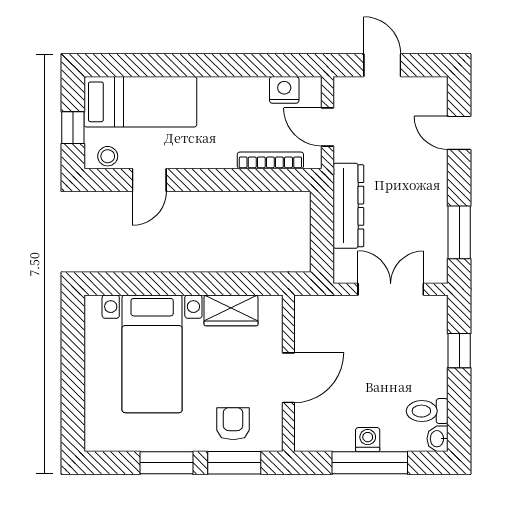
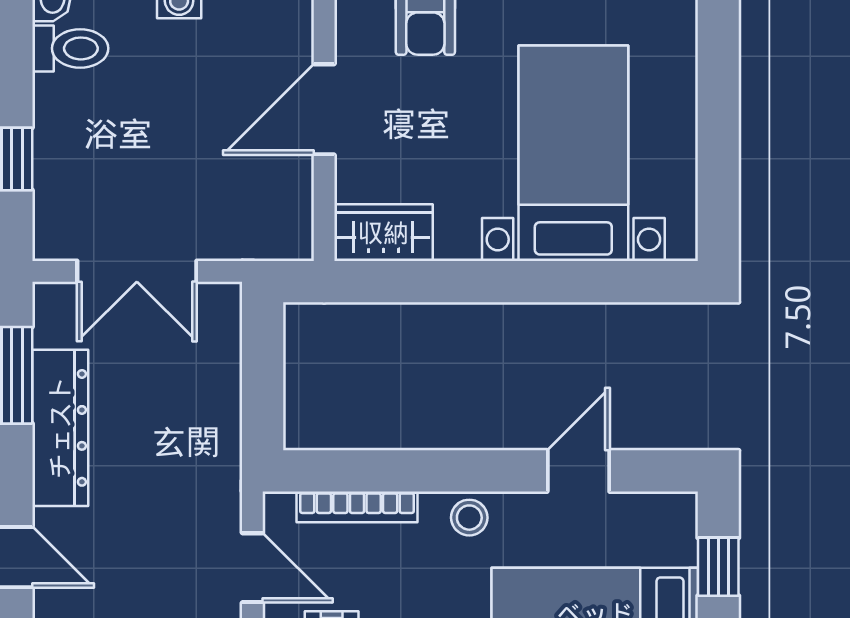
stool: (108, 156) -> (469, 518), moved
dresser: (348, 206) -> (60, 428), moved, turned 180
wardrobe: (231, 310) -> (383, 233), moved

